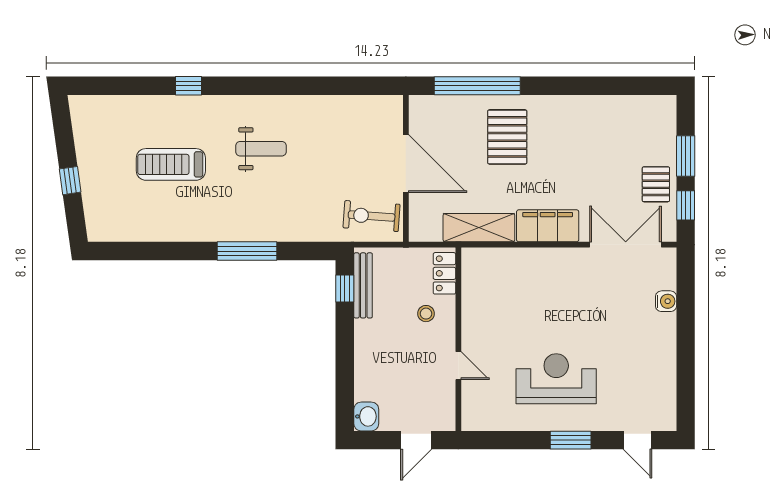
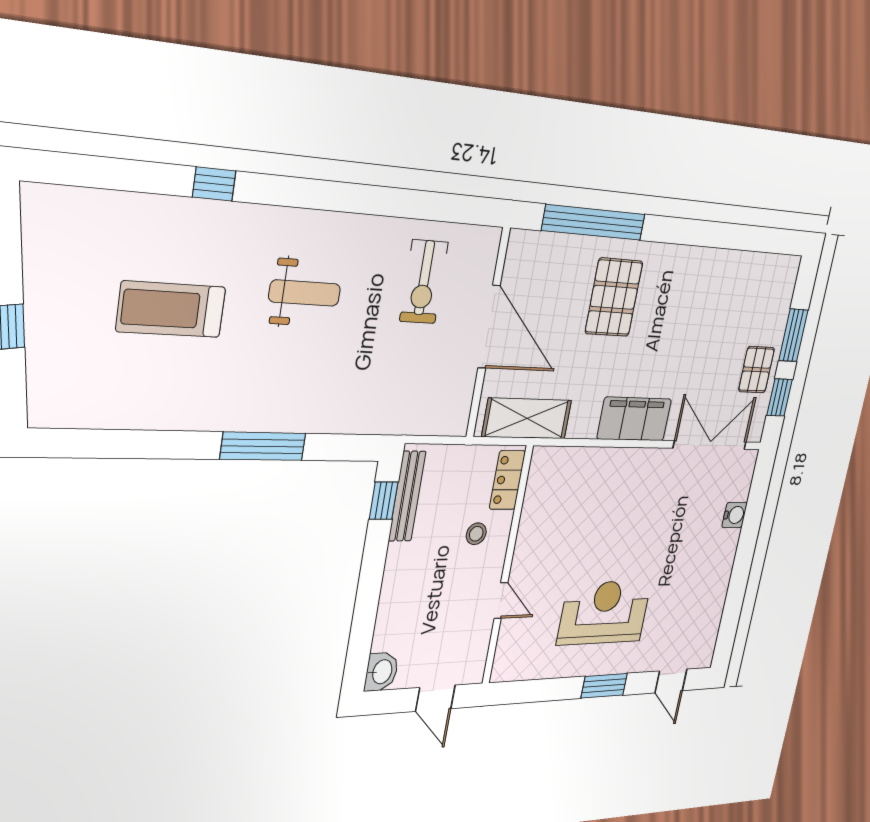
exercise bike: (372, 216) -> (424, 282), moved, turned -94
shelving: (479, 228) -> (527, 418), moved
door: (416, 440) -> (435, 698), hinge flipped

